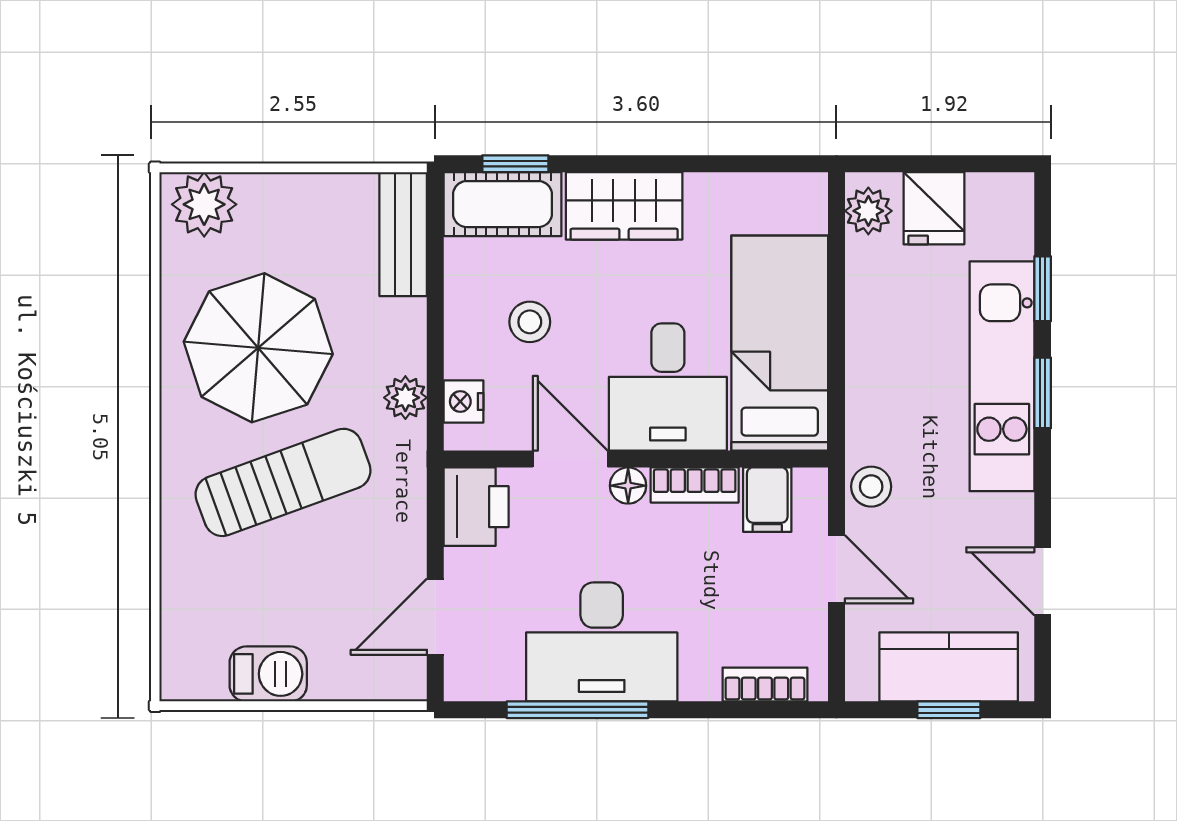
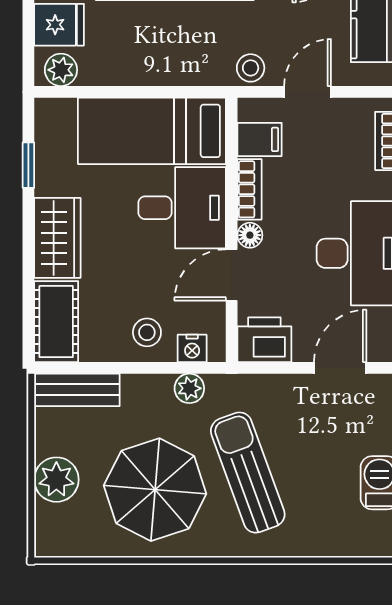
window: (515, 164) -> (28, 165), moved
plant: (204, 204) -> (56, 480), moved
stool: (530, 322) -> (147, 332), moved
door: (435, 617) -> (340, 368), swing flipped

